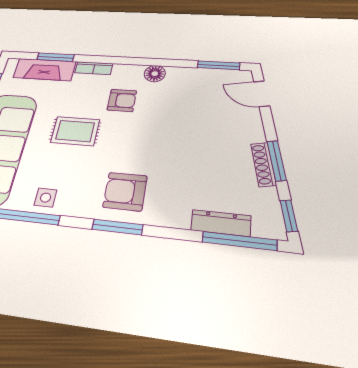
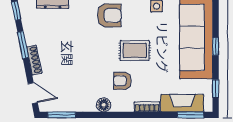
window: (55, 57) -> (191, 115), moved
rug: (75, 131) -> (135, 50), moved
shoe rack: (263, 164) -> (34, 60), moved

